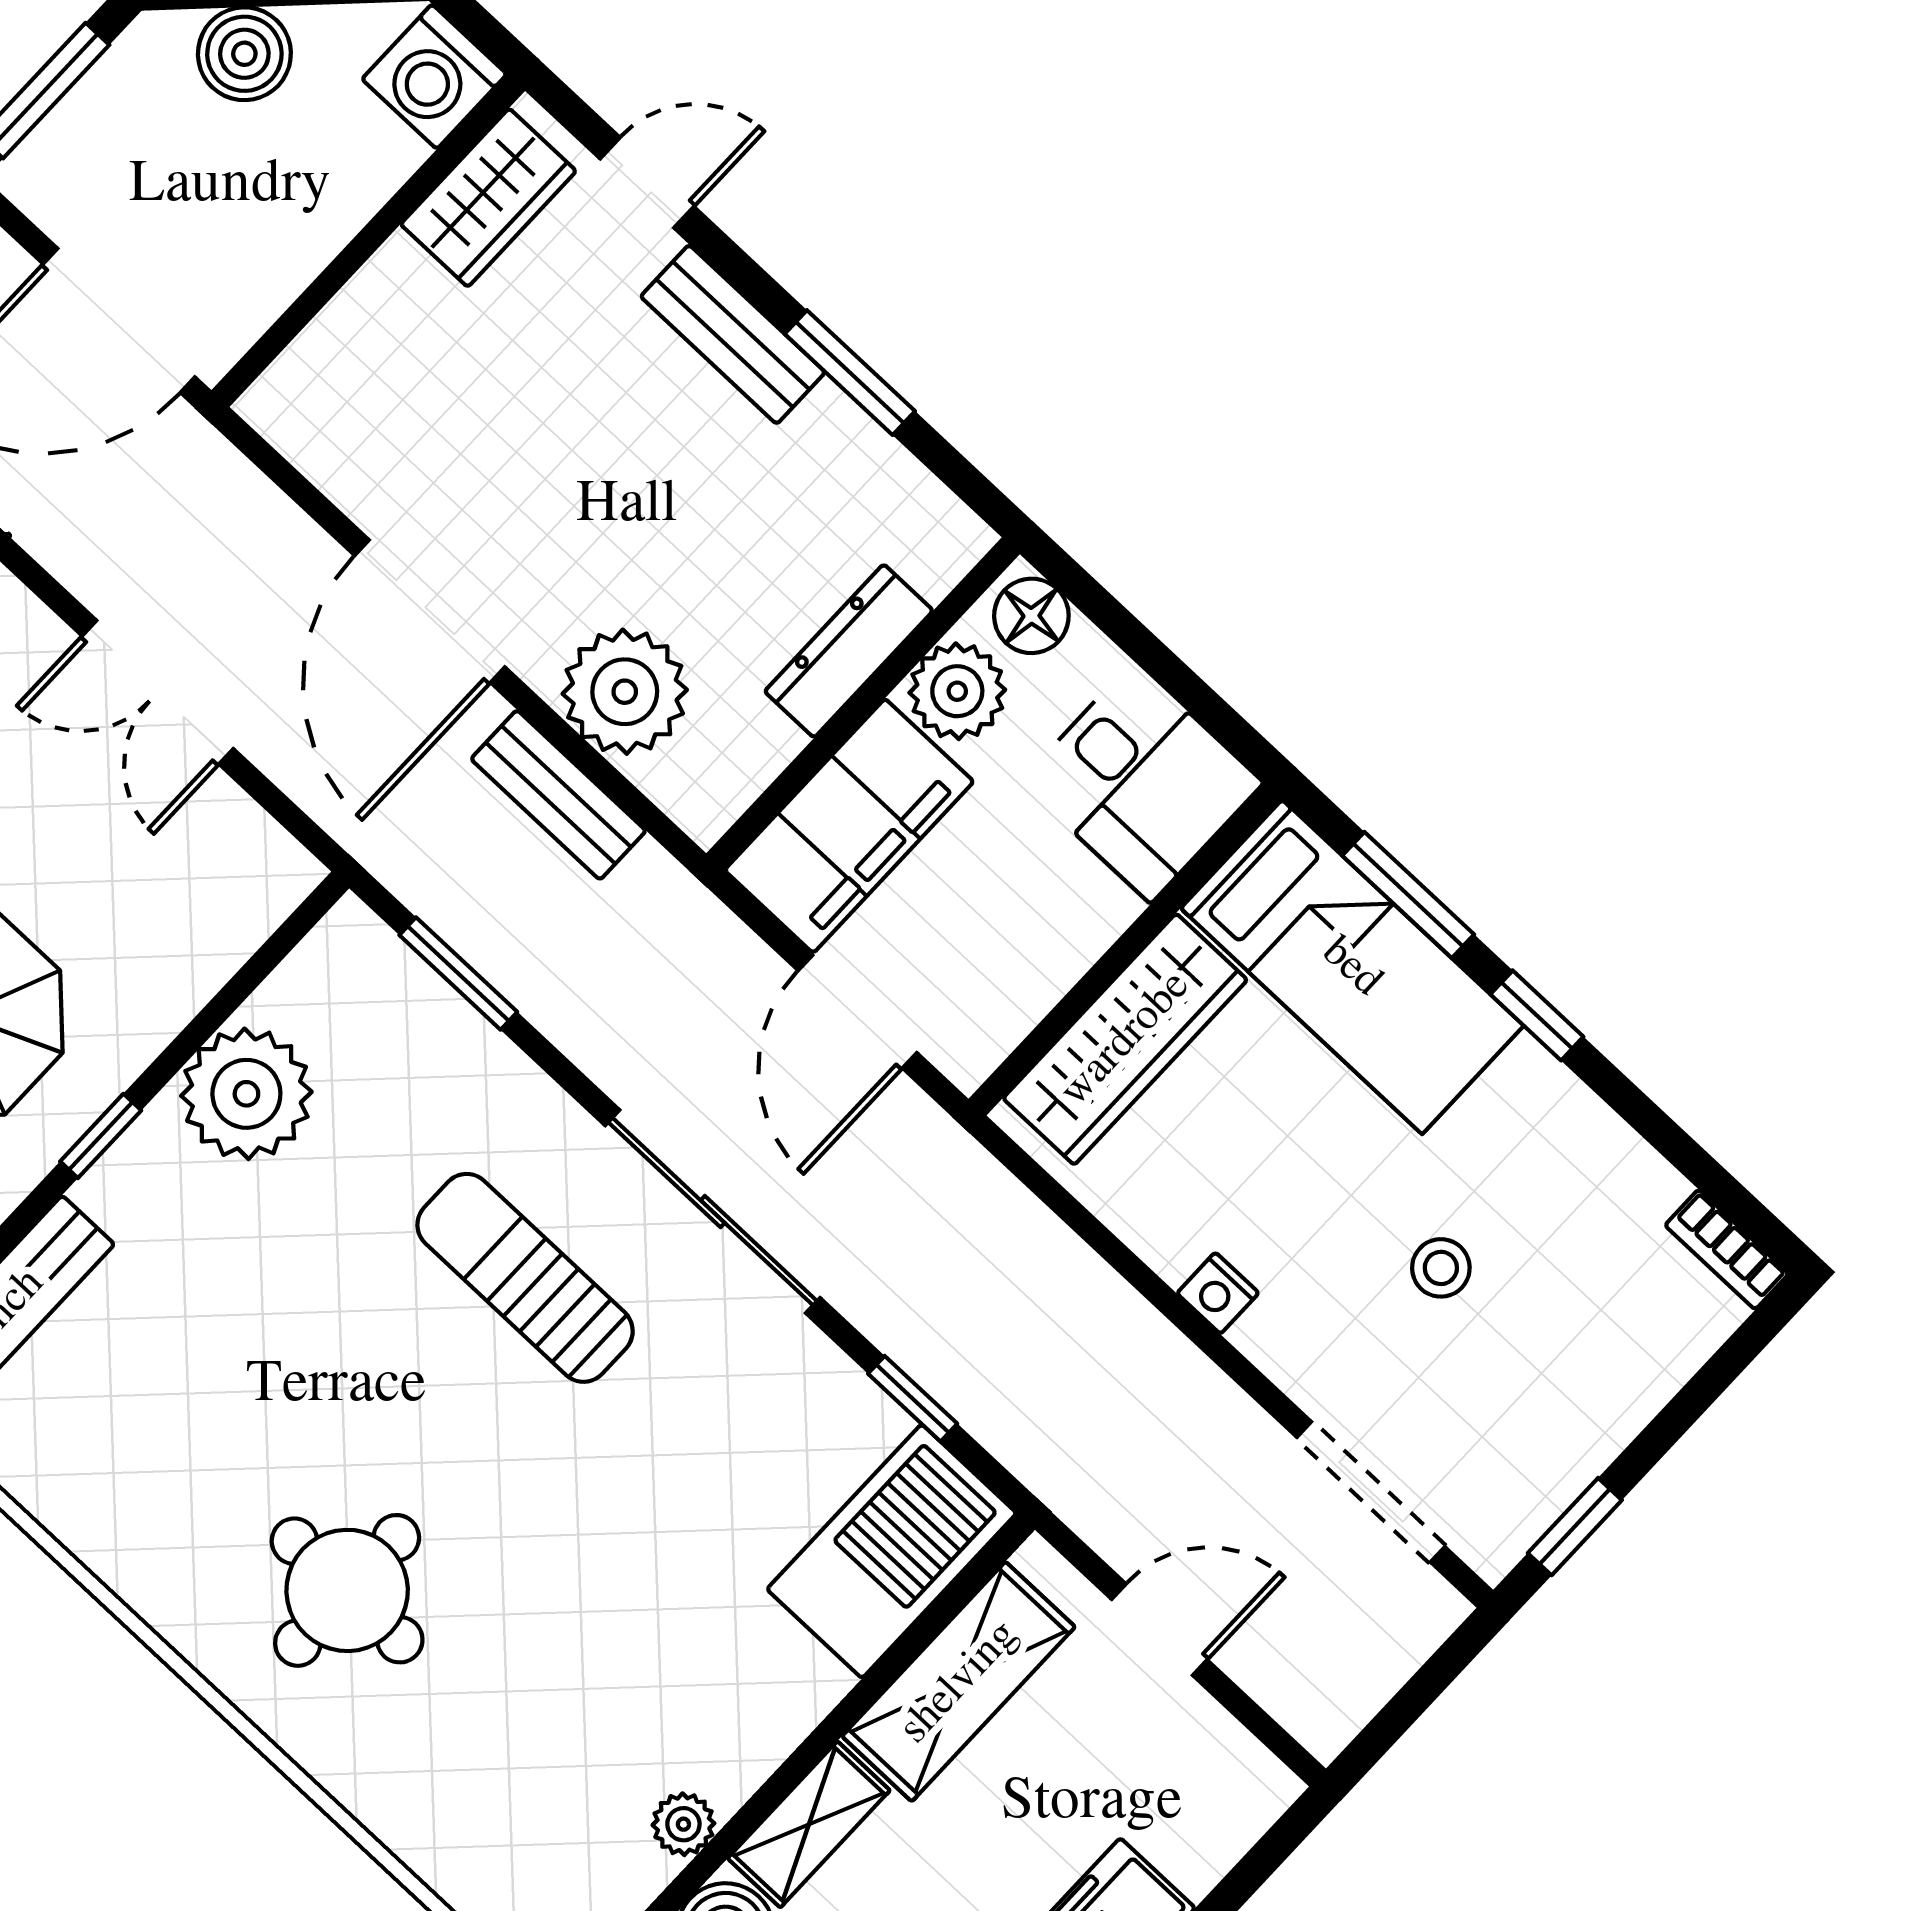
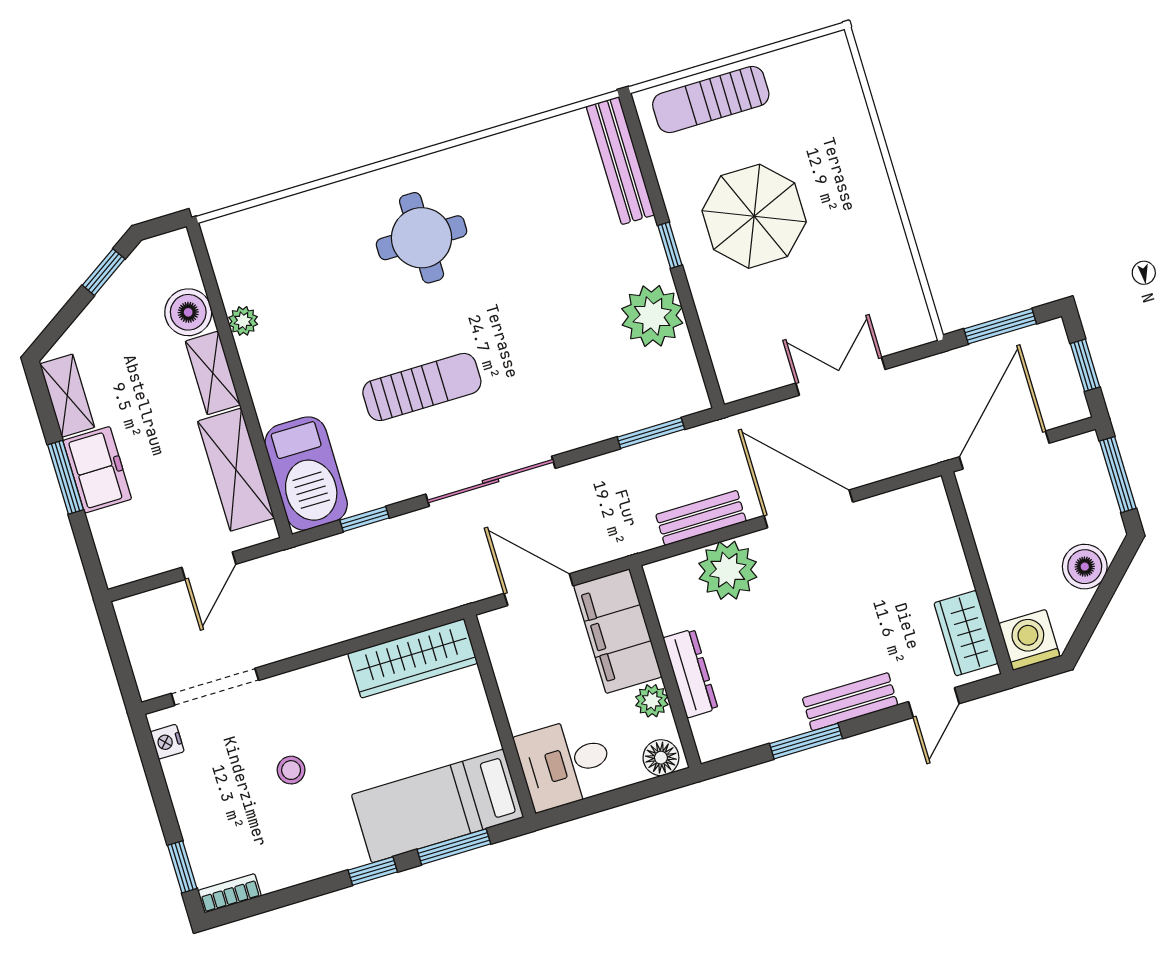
plant: (957, 691) -> (652, 701), width x0.73, depth x0.73
wardrobe: (1125, 1039) -> (413, 658), moved, turned -90
sun lounger: (525, 1278) -> (422, 387), moved
nightstand: (1218, 1293) -> (167, 742), moved, turned -90
window: (1575, 1527) -> (182, 867), moved

